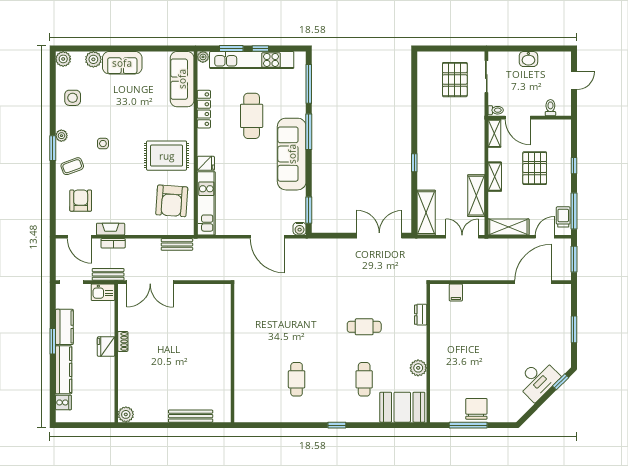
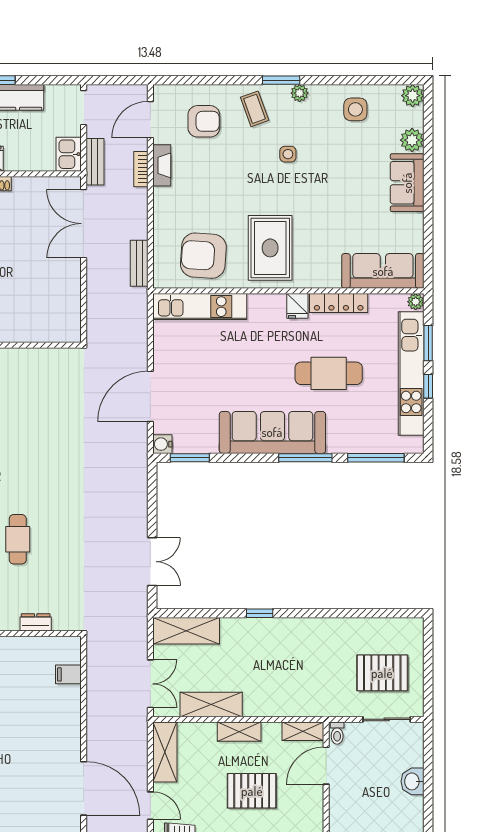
toilet: (550, 108) -> (341, 814), removed
fridge: (206, 163) -> (297, 306), moved
double door: (379, 236) -> (152, 562), width x0.73

